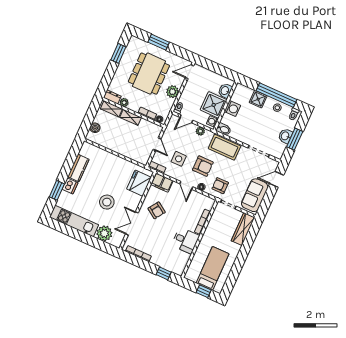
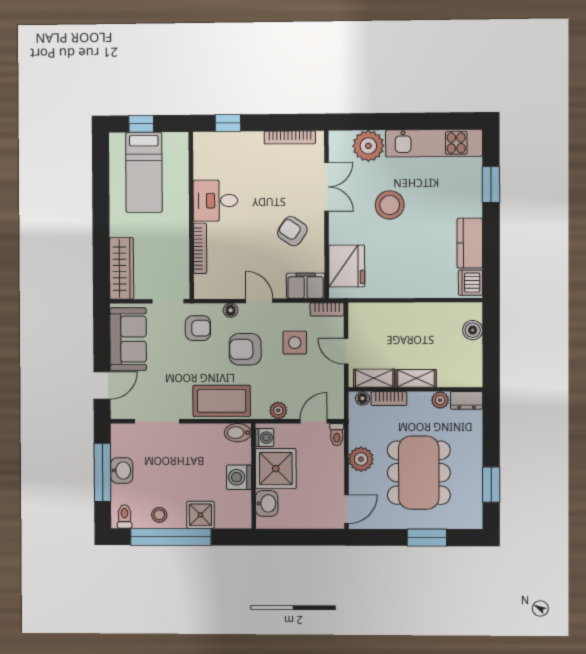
shelving: (111, 109) -> (374, 378), moved
window: (295, 139) -> (102, 472), width x1.44
dishwasher: (70, 186) -> (470, 283), moved

